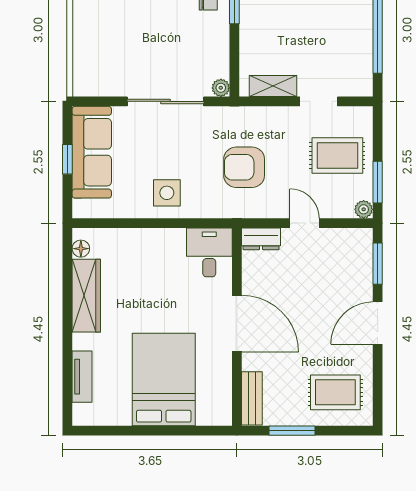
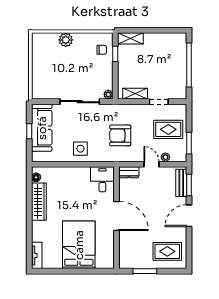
plant: (364, 209) -> (165, 157), moved
tv unit: (82, 377) -> (37, 255), moved
bench: (252, 398) -> (181, 183), moved

